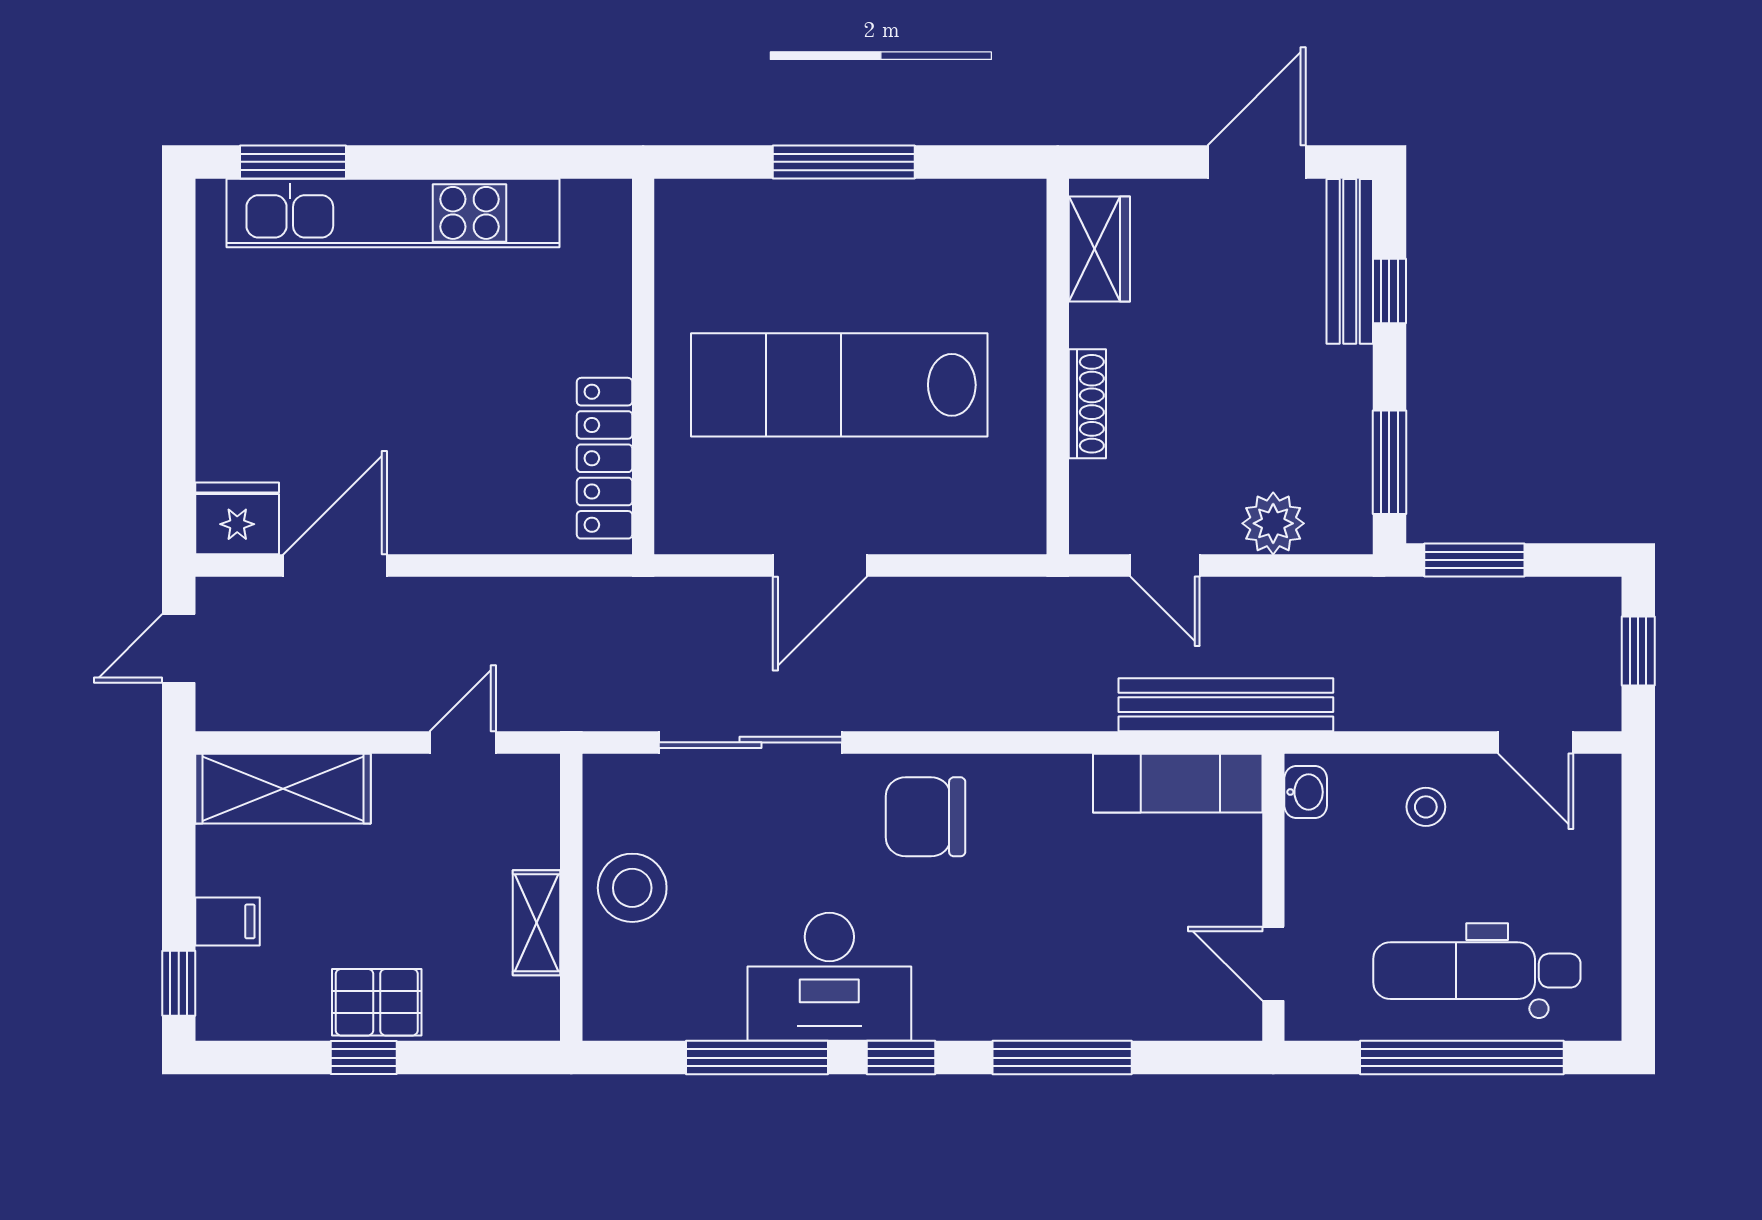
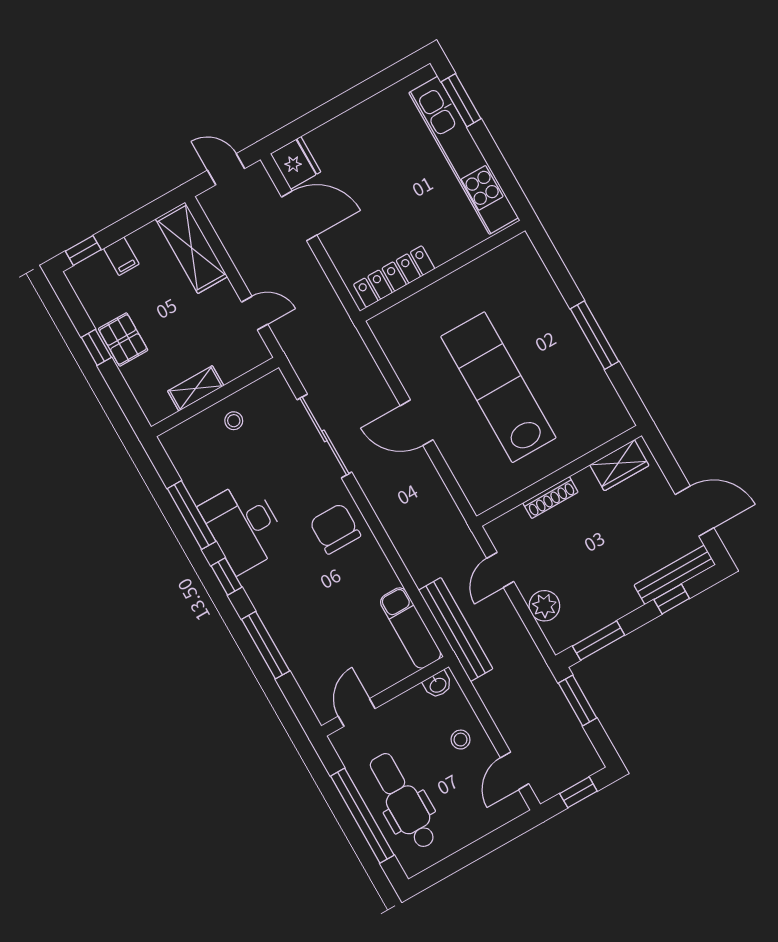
wall: (643, 367) -> (443, 271), moved
locker: (605, 458) -> (394, 277), moved
stool: (632, 888) -> (234, 421), width x0.53, depth x0.53

